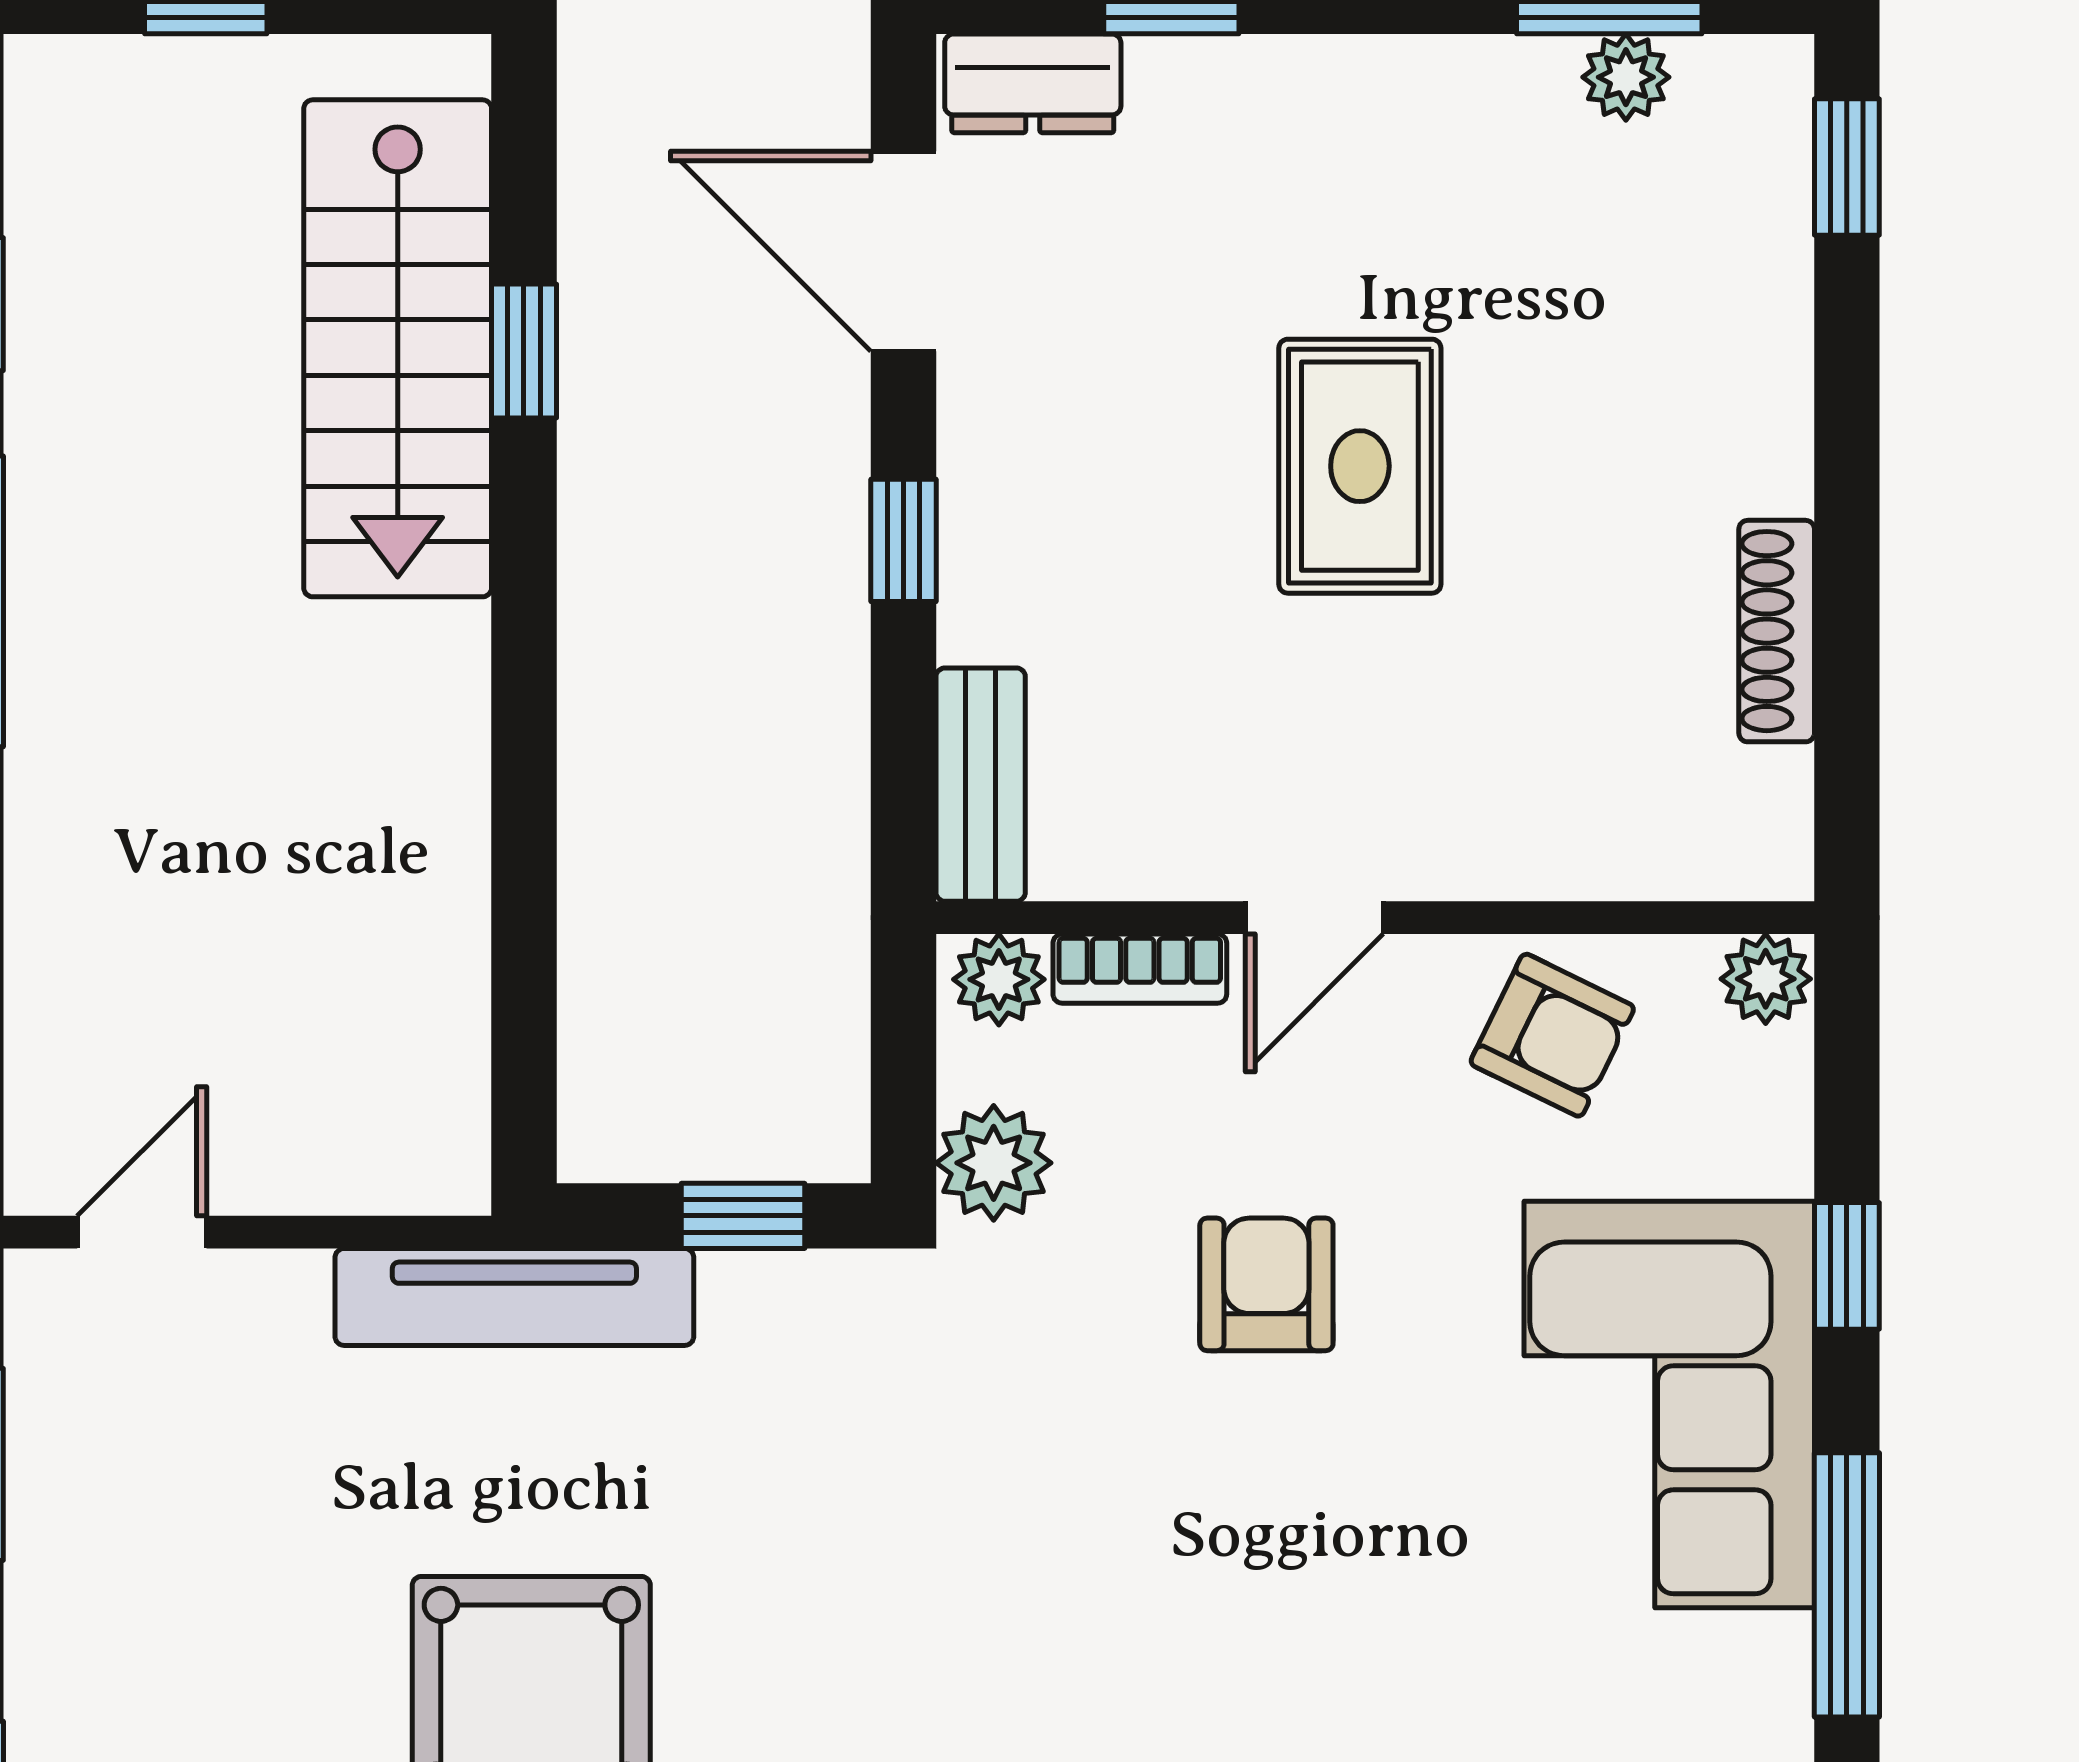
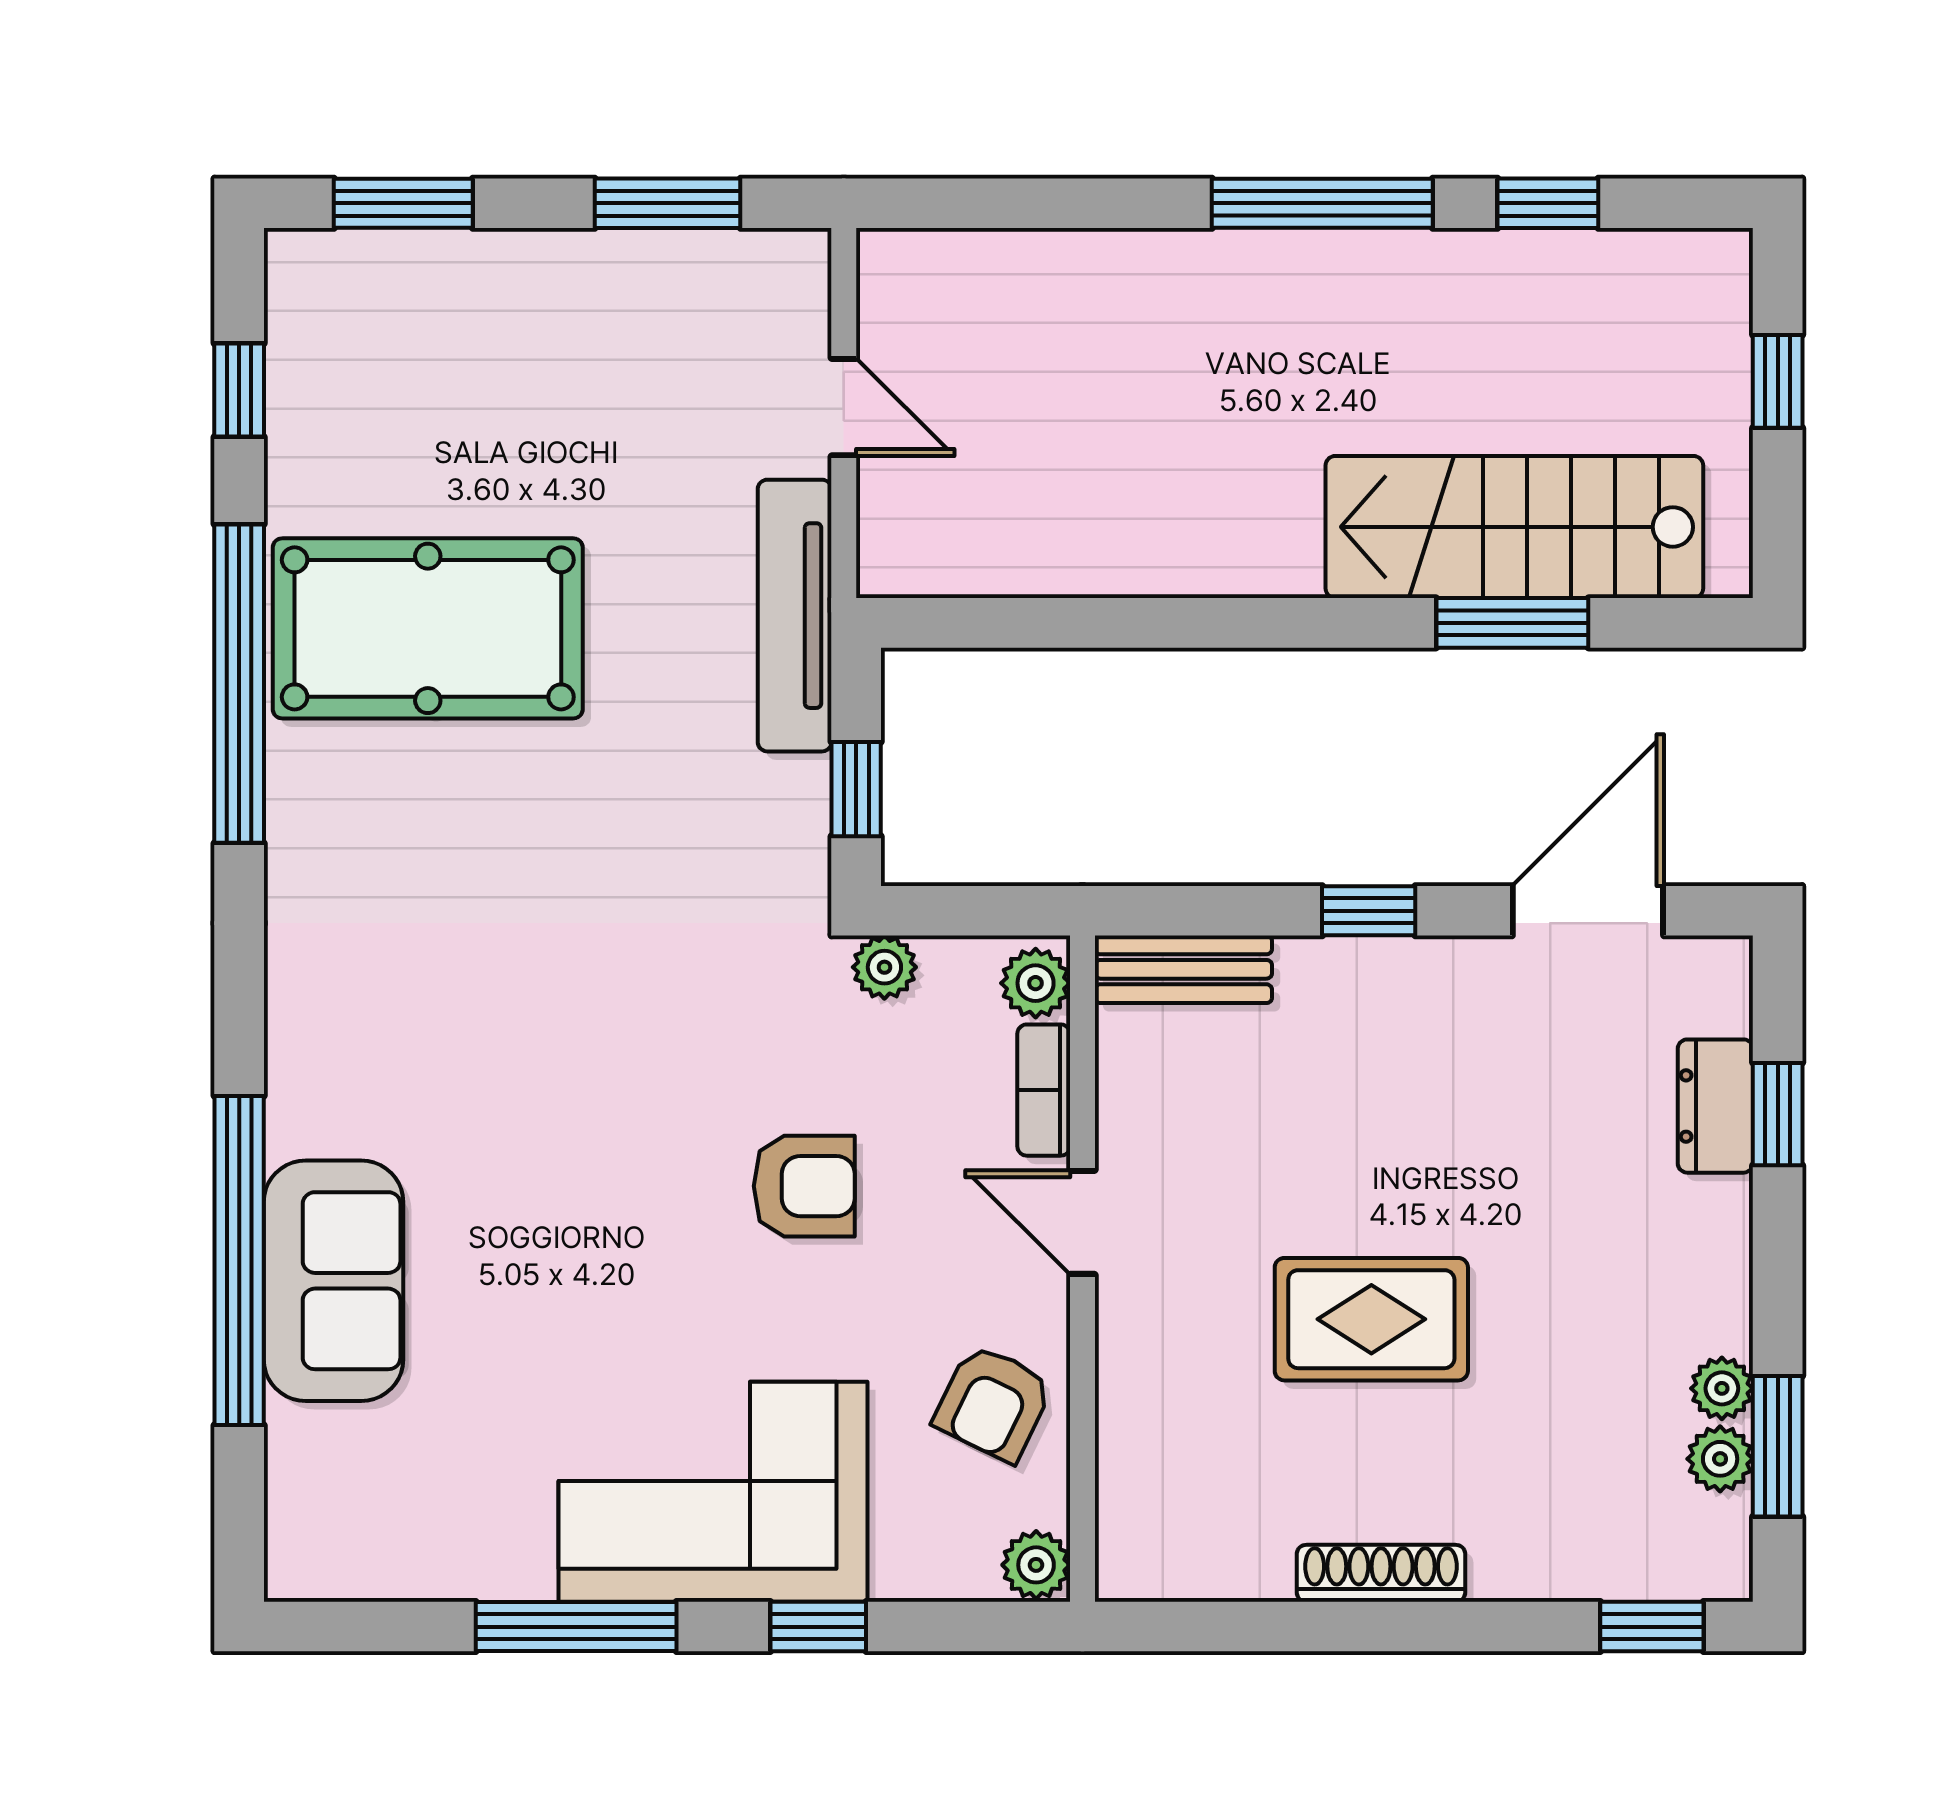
plant: (1533, 75) -> (1722, 1388), added
dresser: (1033, 83) -> (1715, 1106), moved
window: (524, 351) -> (1512, 623), width x1.50
rug: (1360, 466) -> (1371, 1319), moved
shoe rack: (1777, 631) -> (1381, 1573), moved
plant: (994, 1163) -> (884, 967), width x0.73, depth x0.73
door: (142, 1232) -> (844, 407), moved

